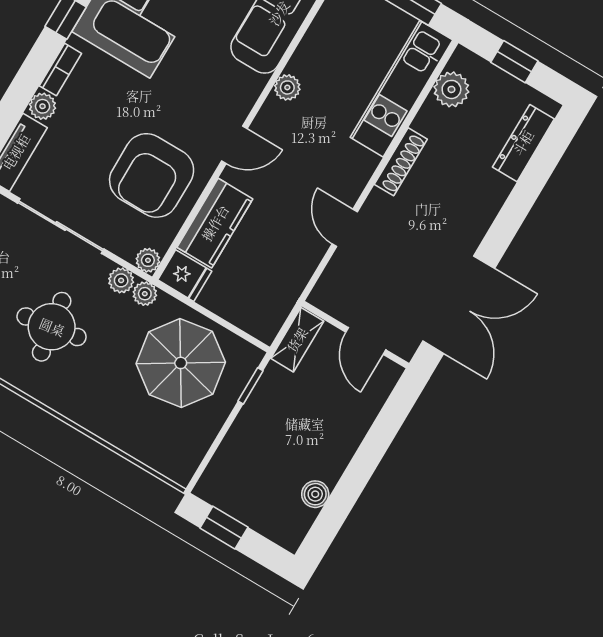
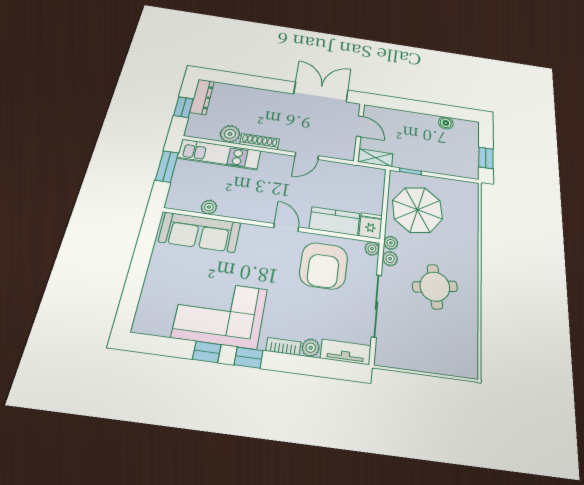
plant: (287, 87) -> (209, 207), moved
plant: (451, 89) -> (230, 134), moved
dresser: (523, 143) -> (202, 97), moved, turned -90
armchair: (152, 175) -> (324, 266), turned 90
door: (366, 341) -> (360, 126), hinge flipped

